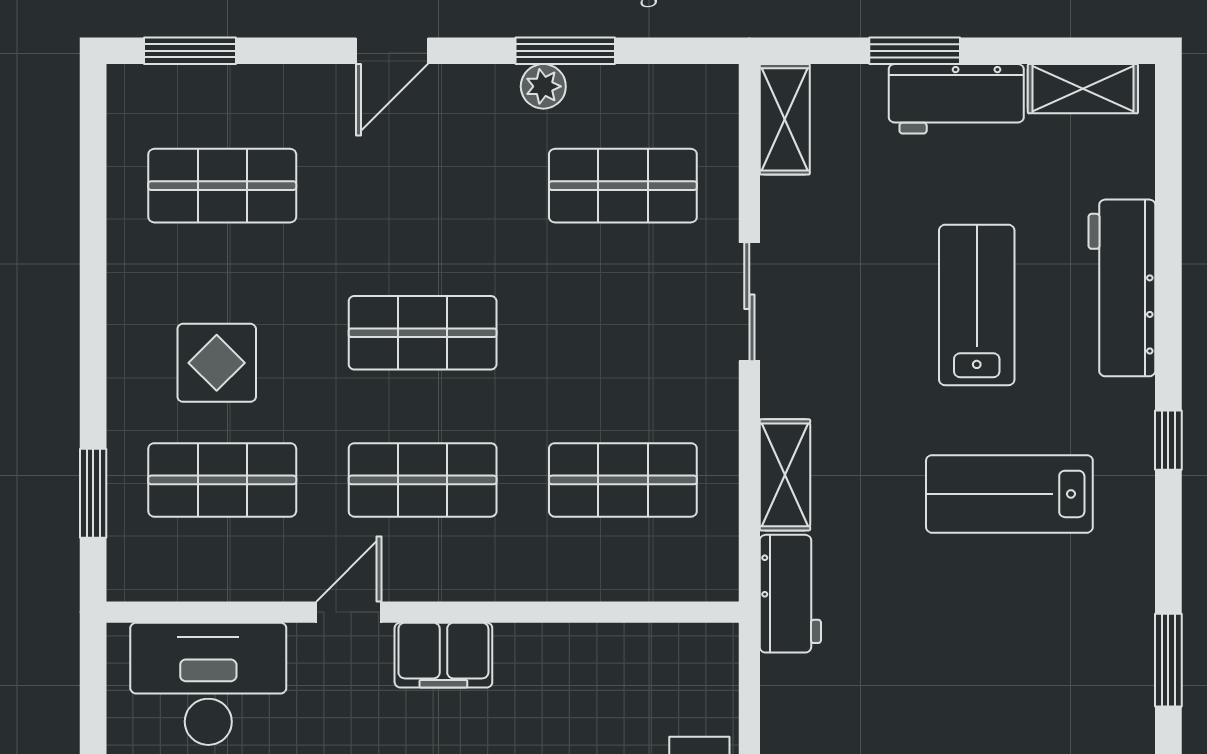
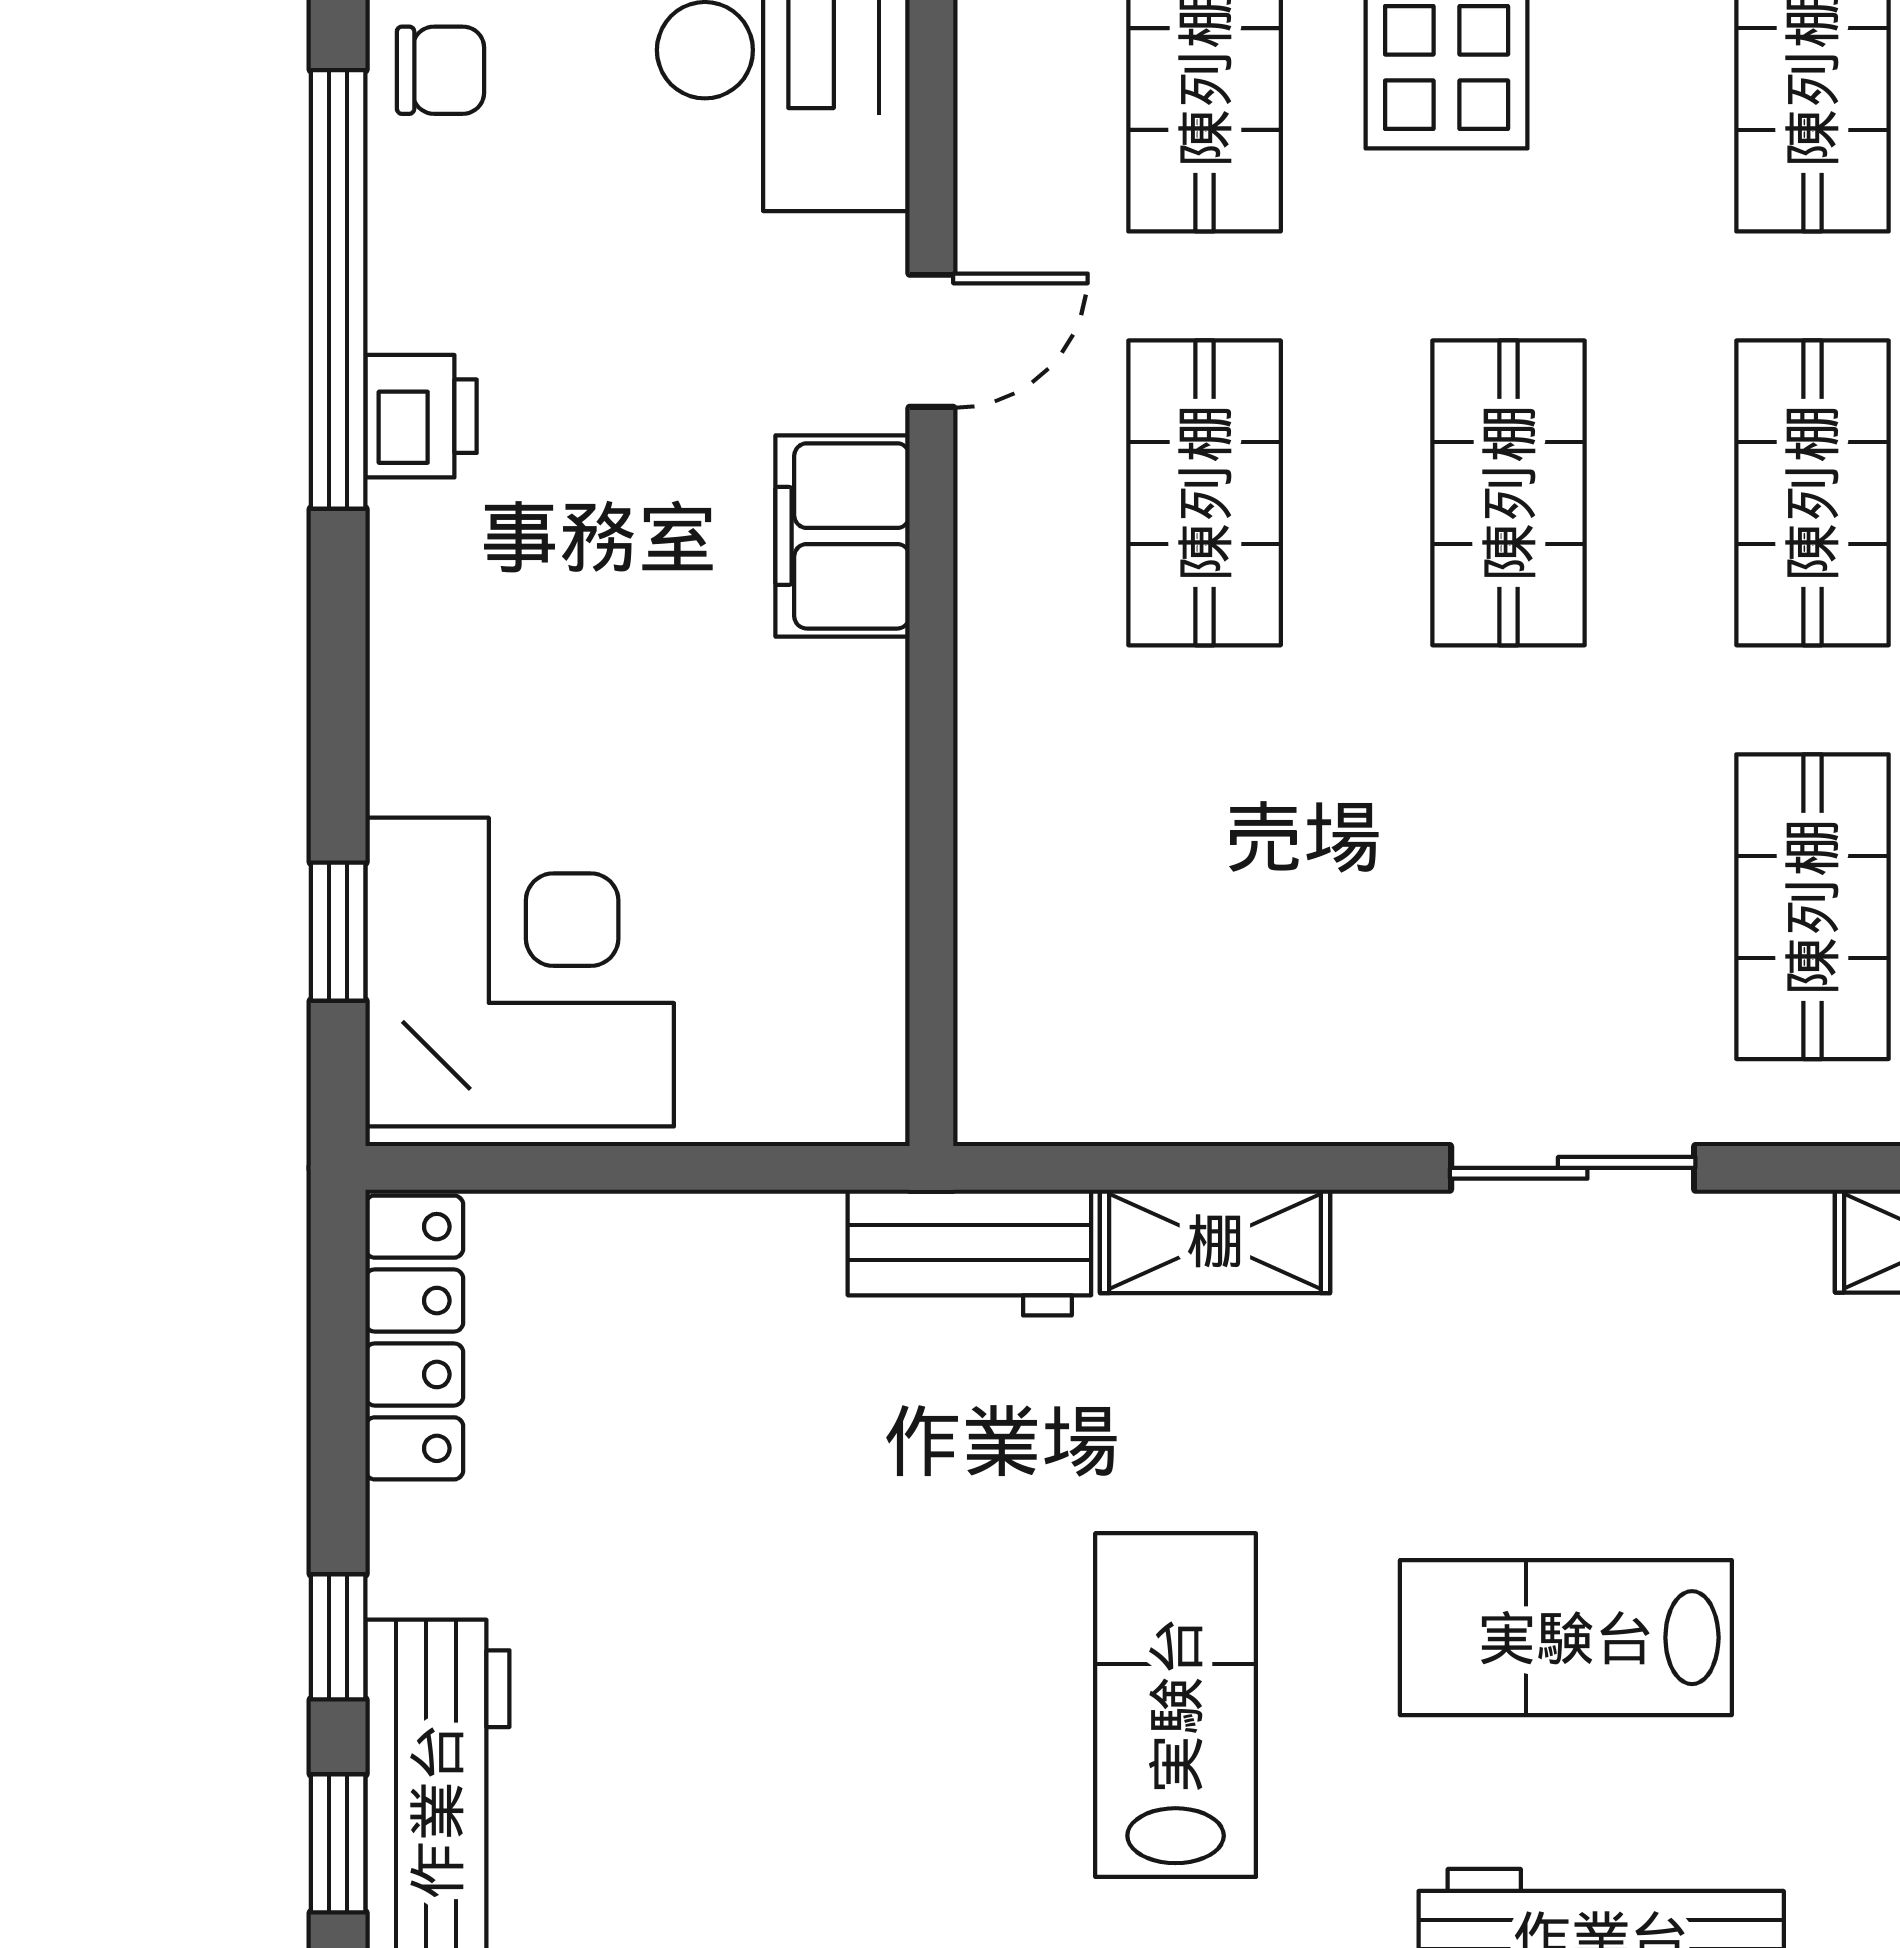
lab bench: (977, 305) -> (1566, 1638), turned 180
shop shelf: (623, 480) -> (1812, 493), moved
door: (349, 612) -> (931, 341), hinge flipped

